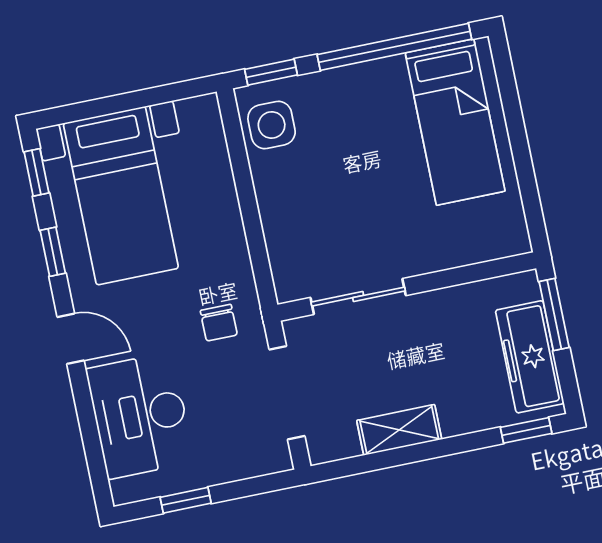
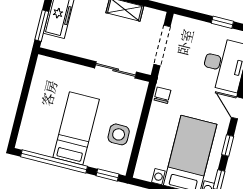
bed: (455, 122) -> (76, 128), moved
side table: (272, 125) -> (119, 134), moved
chair: (219, 323) -> (162, 95), moved

